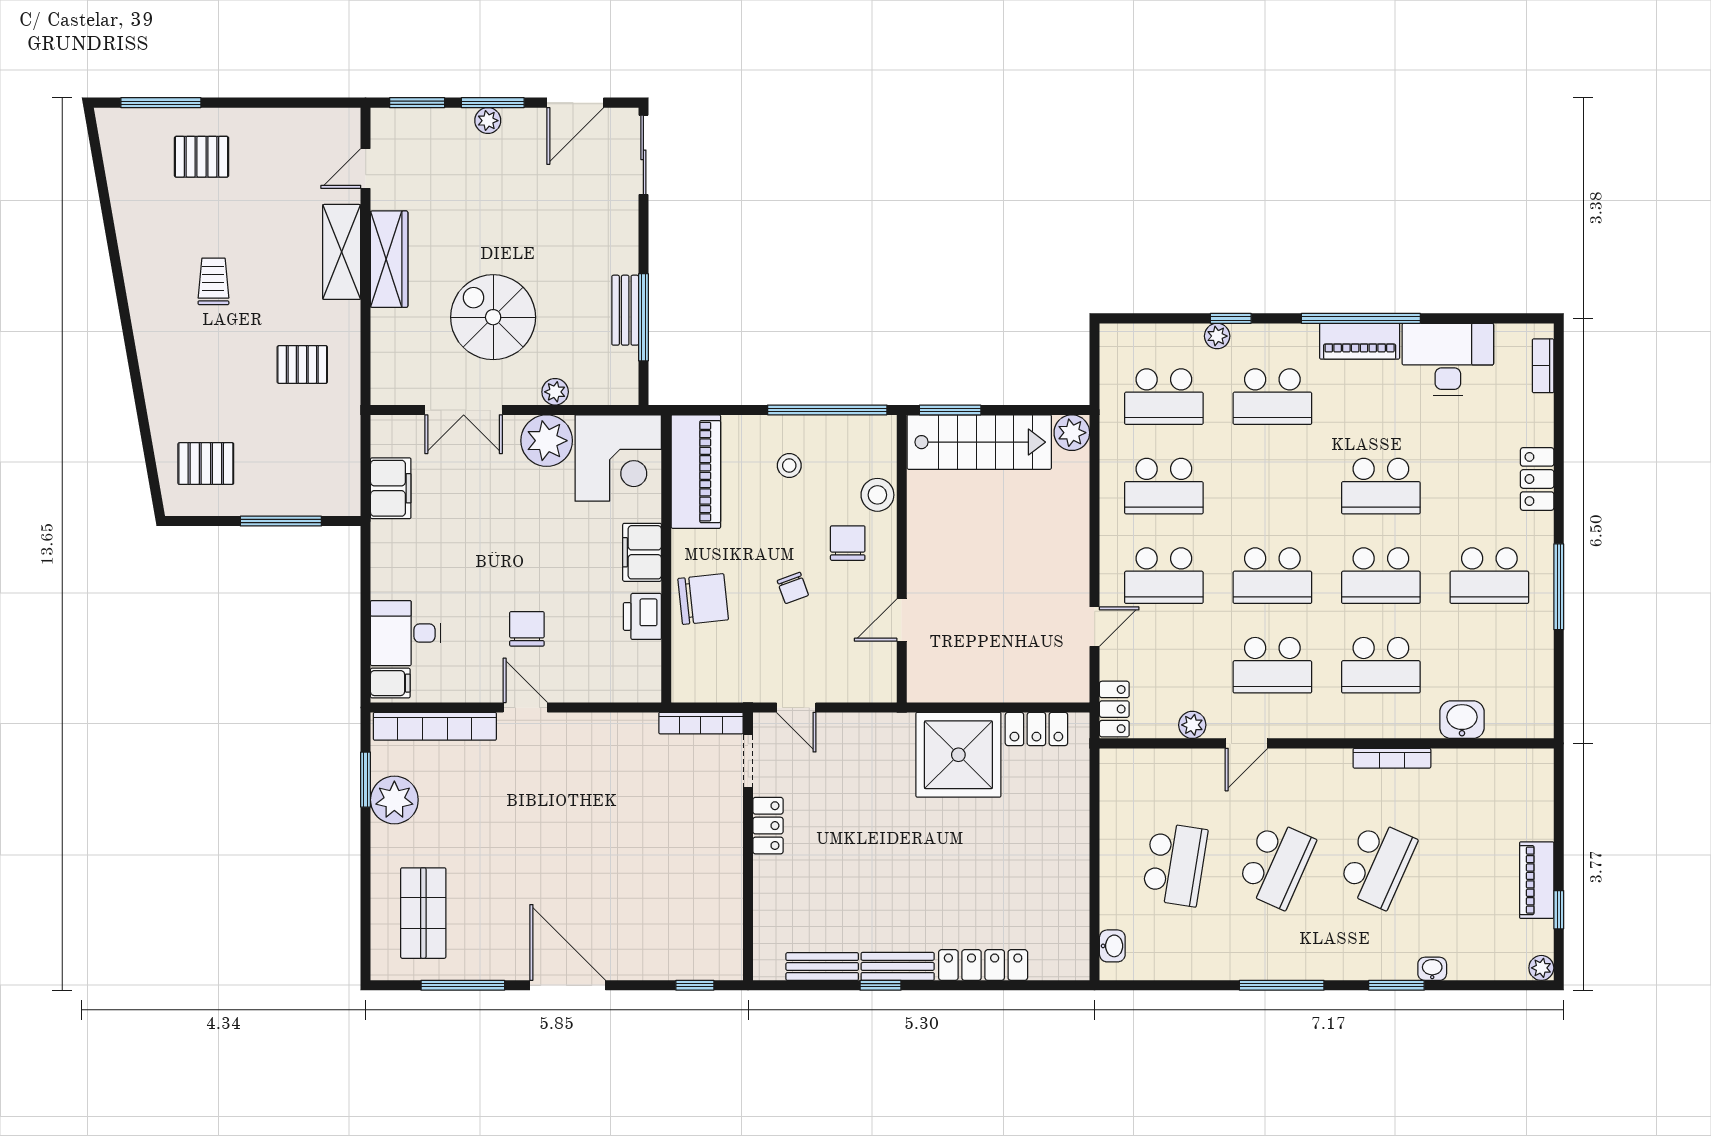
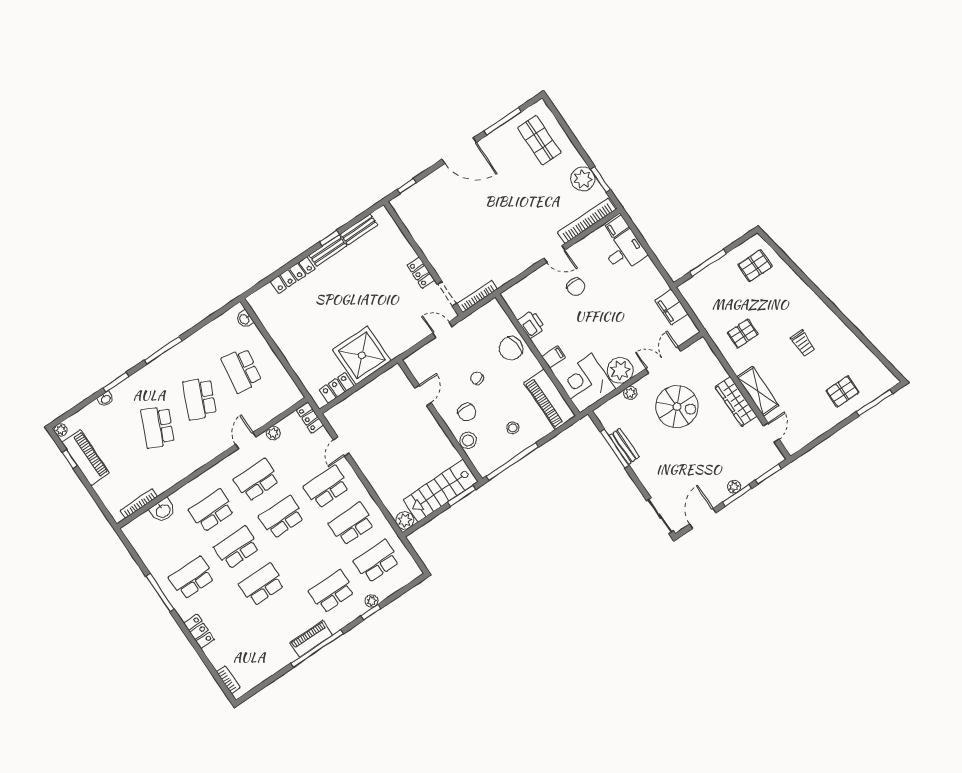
desk: (1448, 359) -> (270, 656), removed
filing cabinet: (642, 552) -> (554, 357), width x0.50
bookcase: (1392, 758) -> (139, 504), moved
piano: (1537, 880) -> (86, 458), width x1.37, depth x1.33

